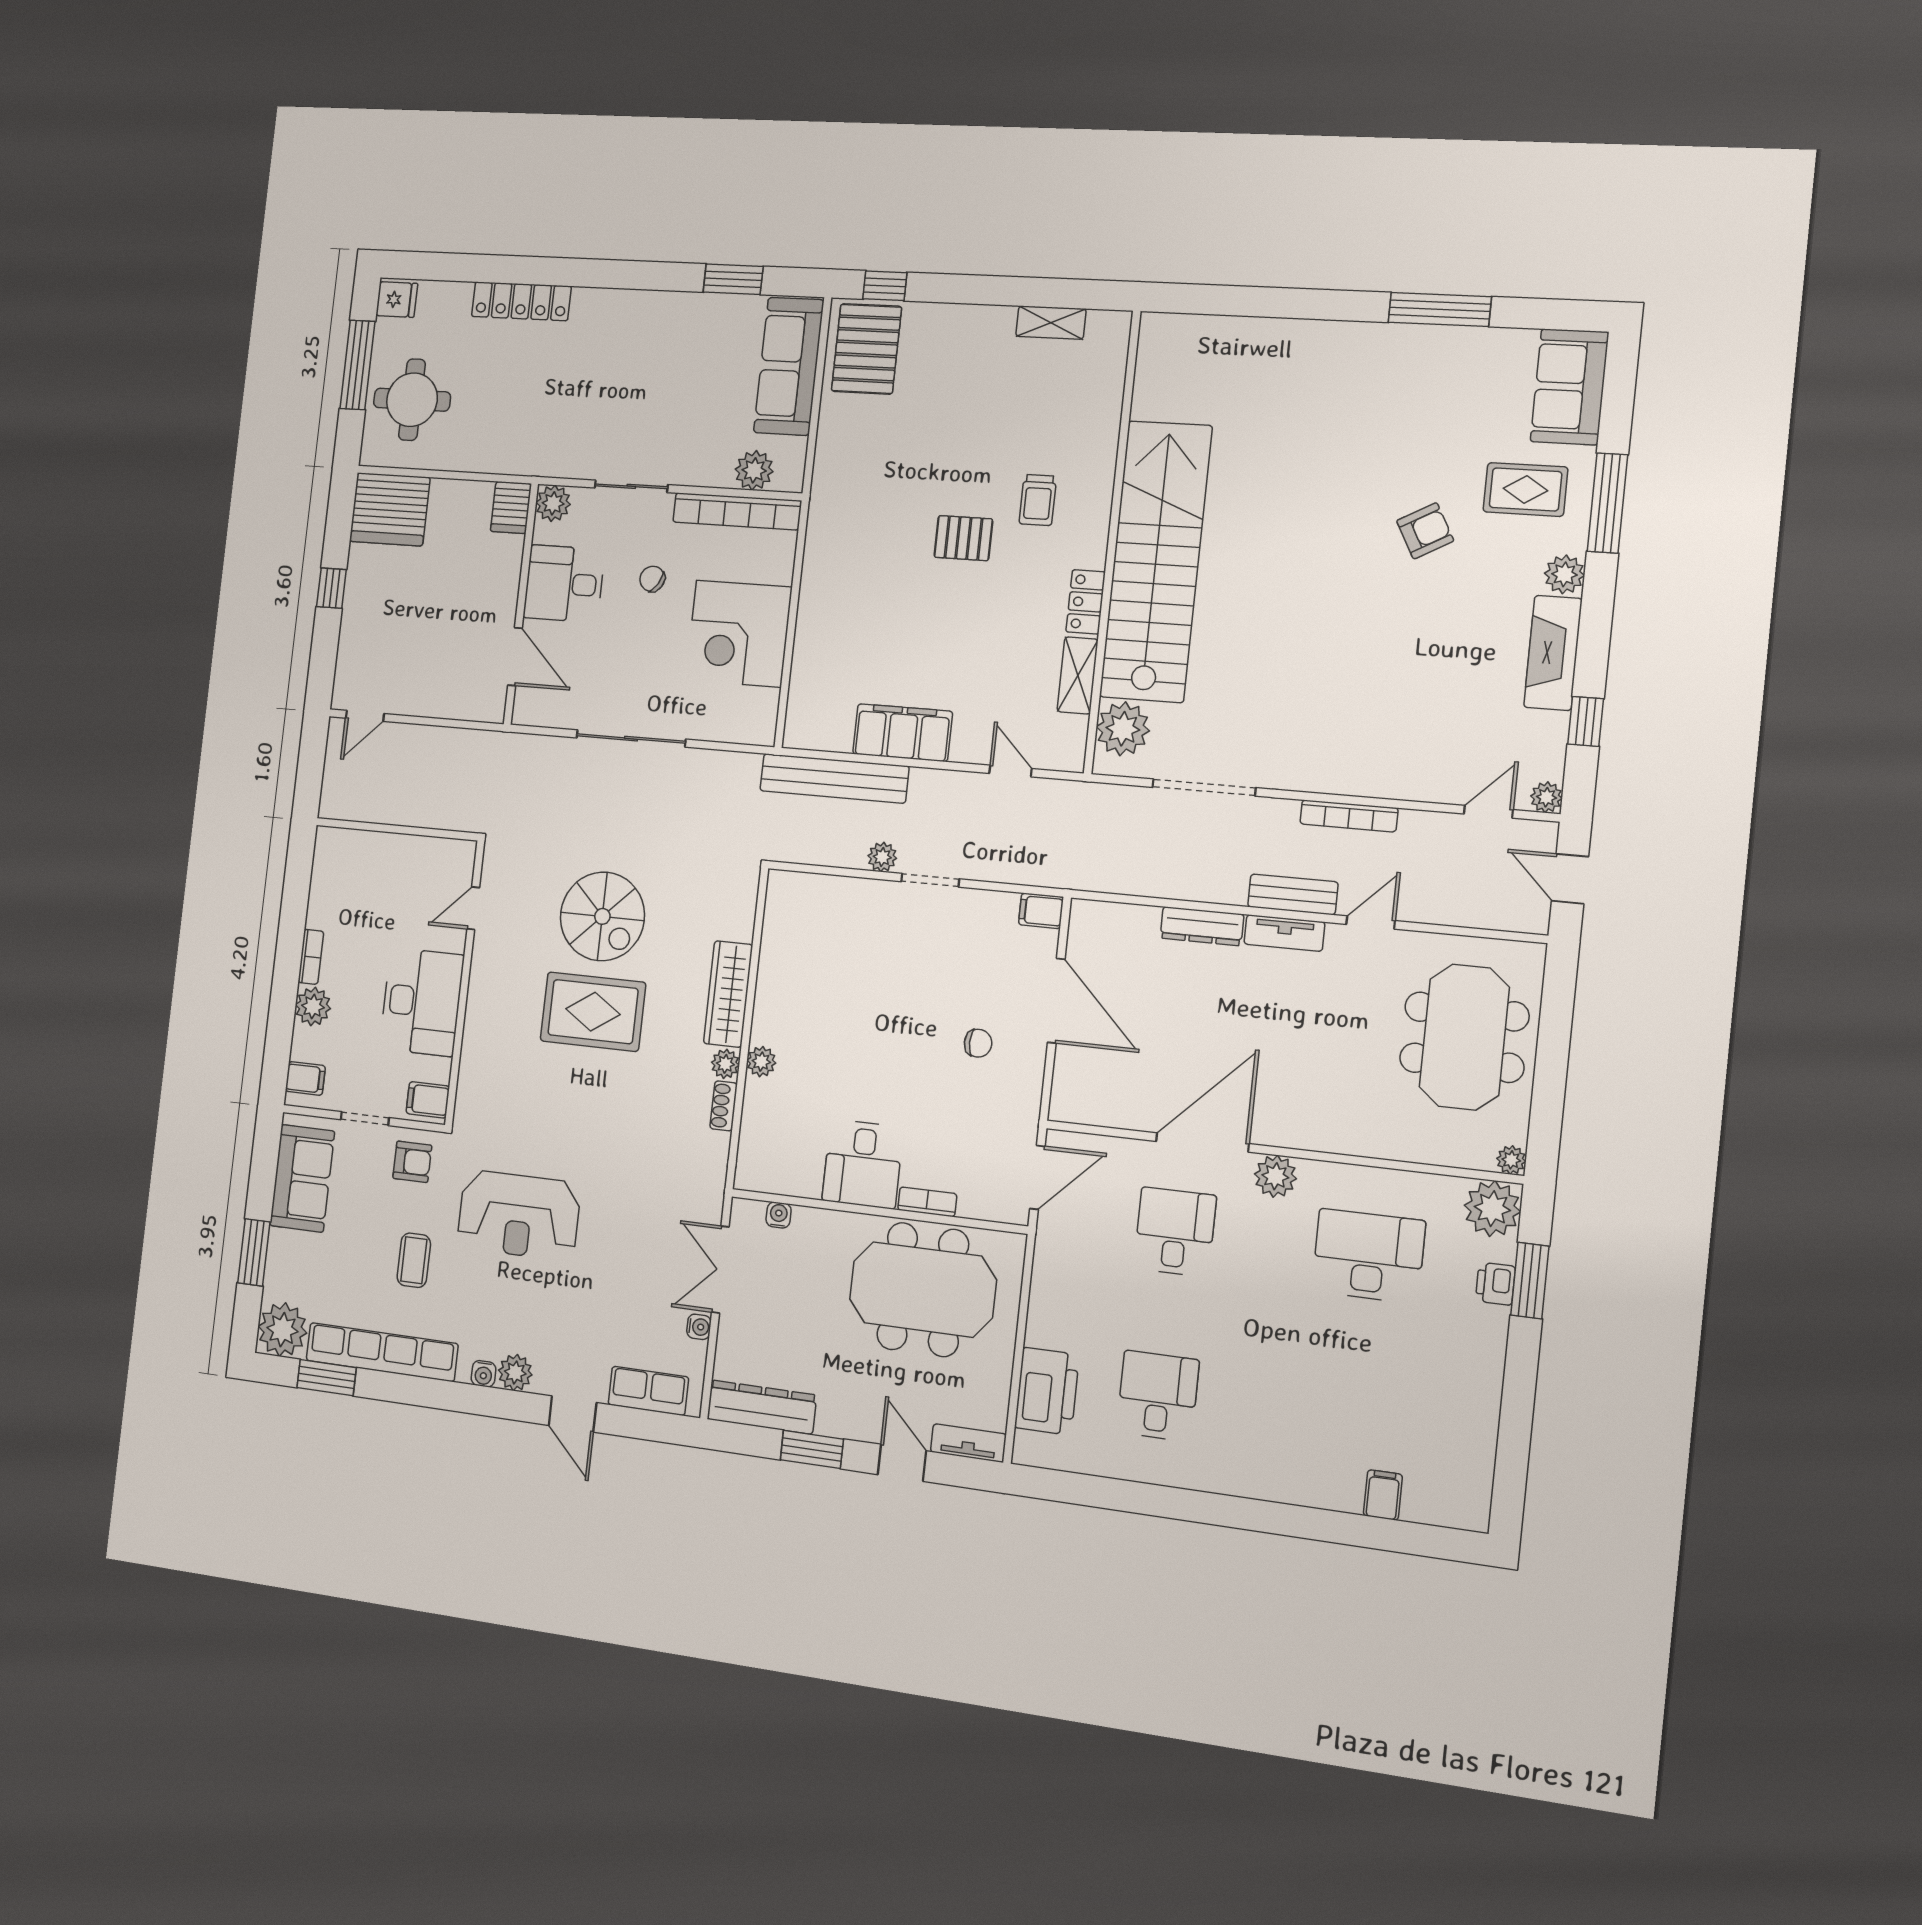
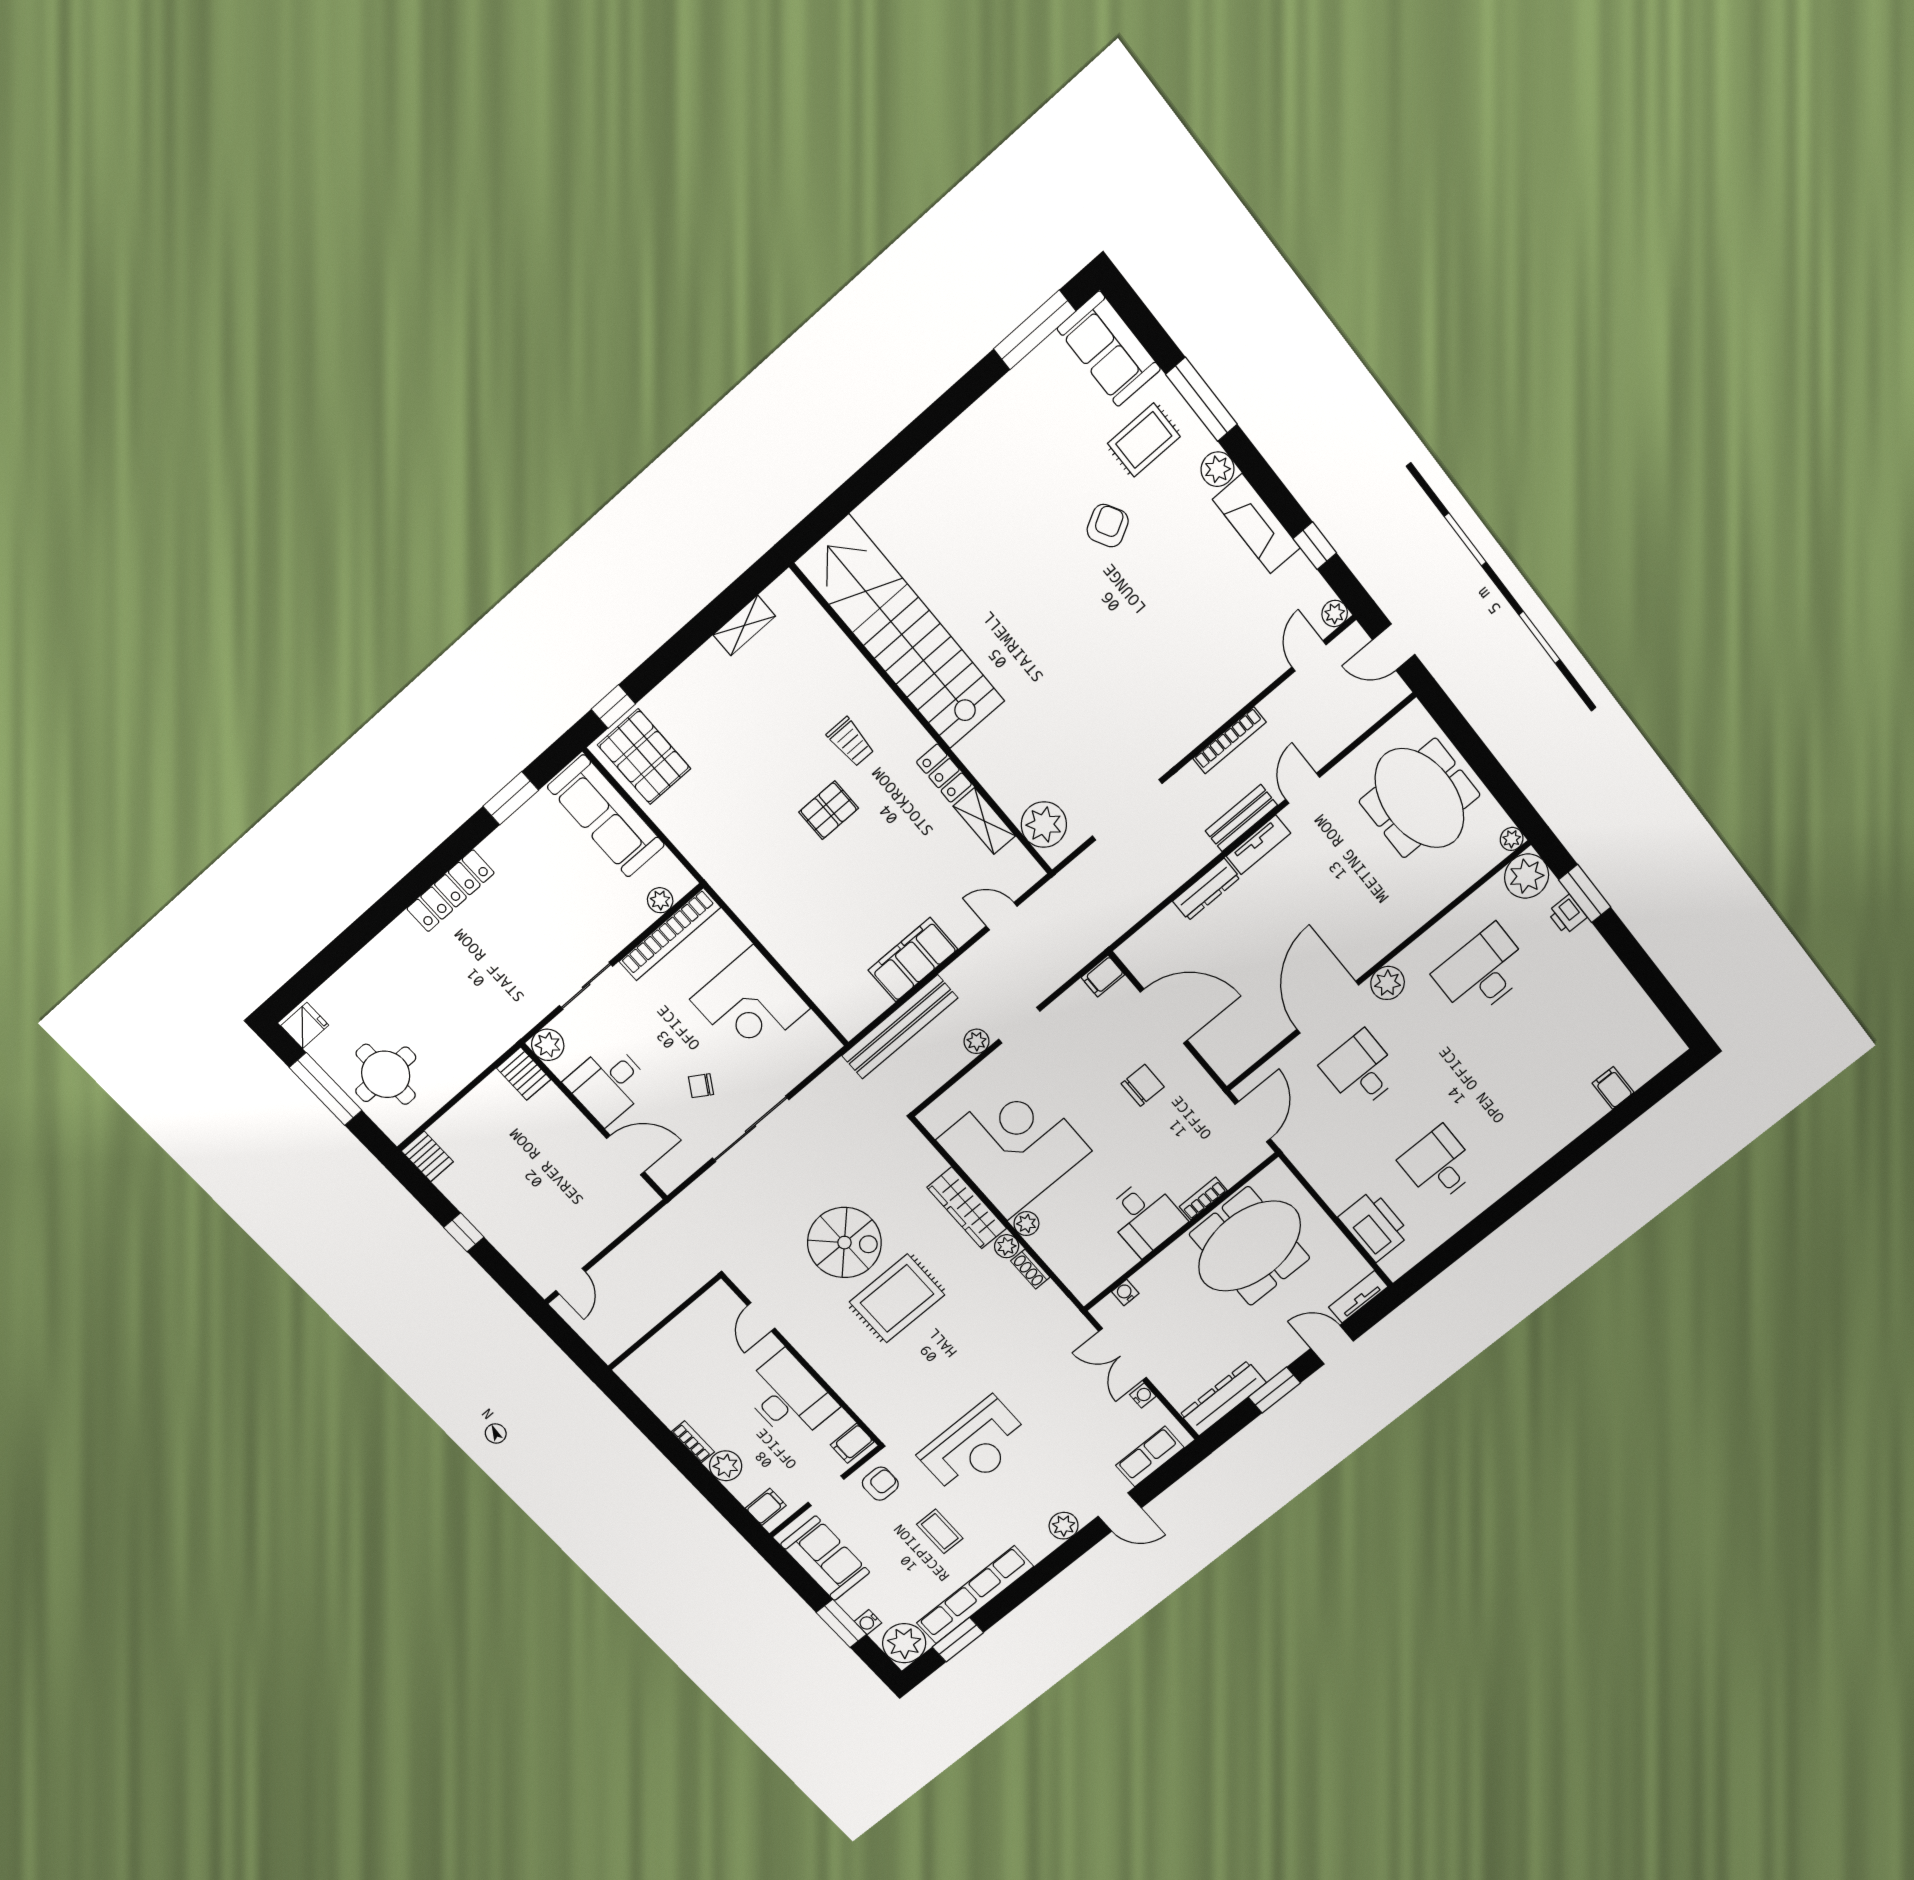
locker: (521, 301) -> (450, 891), moved
window: (1440, 309) -> (1035, 330), moved
plant: (754, 470) -> (660, 900), width x0.73, depth x0.73
server rack: (390, 509) -> (427, 1156), width x0.46, depth x0.70
stairs: (1156, 561) -> (900, 633), moved
chair: (652, 579) -> (701, 1086), moved
corner desk: (821, 981) -> (1014, 1145), added
chair: (978, 1043) -> (1143, 1085), width x1.37, depth x1.37
water cooler: (484, 1374) -> (868, 1622), moved, turned 90

